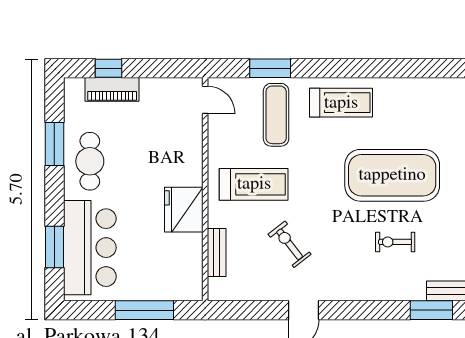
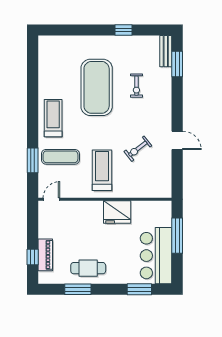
bar counter: (90, 248) -> (156, 256), moved, turned -90
bench: (217, 252) -> (143, 192), removed

